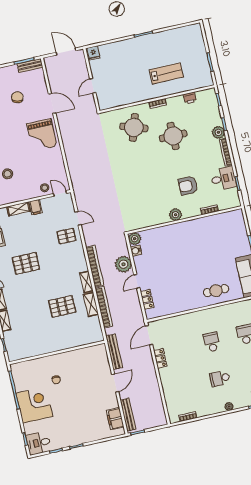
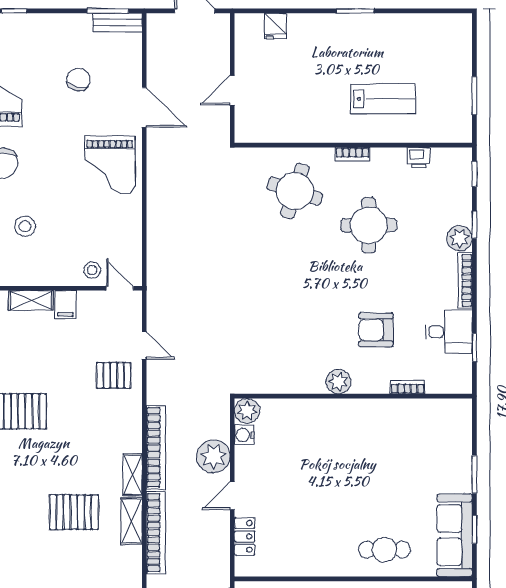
fridge: (93, 53) -> (275, 26), moved

